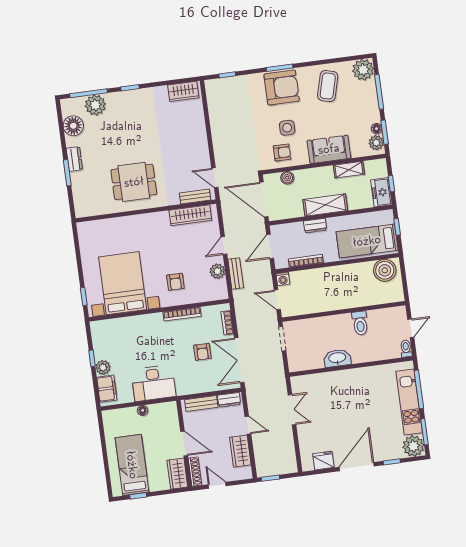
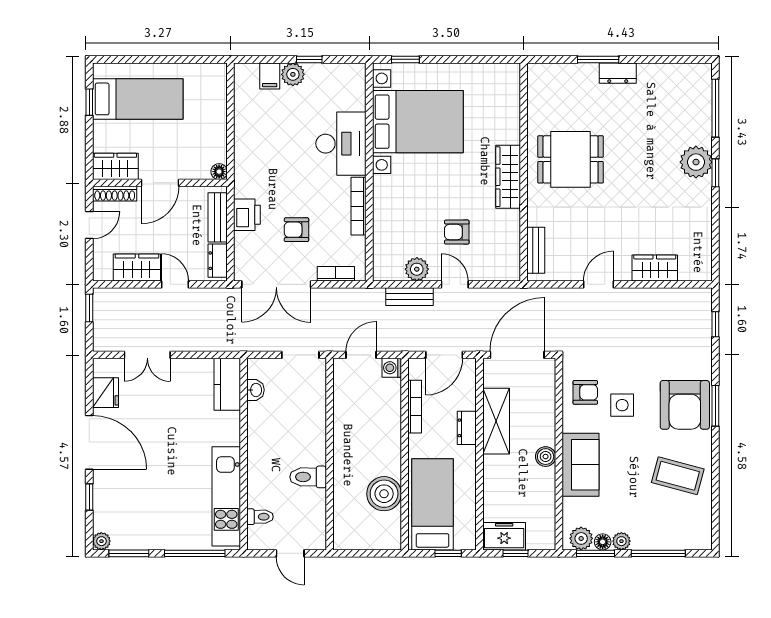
plant: (363, 70) -> (621, 541), moved, width x0.53, depth x0.53
wardrobe: (183, 91) -> (655, 268), moved, turned 90
plant: (95, 105) -> (696, 162), moved
floor lamp: (73, 126) -> (669, 78), removed
armchair: (282, 153) -> (585, 392), turned -90
shelving: (349, 170) -> (545, 491), removed
door: (215, 178) -> (599, 284), moved
boiler: (287, 178) -> (546, 457), moved
dining table: (134, 182) -> (571, 159), turned 90
shelving: (325, 205) -> (496, 421), moved
wardrobe: (190, 215) -> (508, 177), moved
door: (270, 246) -> (444, 355), swing flipped
boiler: (385, 270) -> (384, 494), moved
armchair: (175, 282) -> (457, 232), moved
toilet: (406, 349) -> (260, 517), moved
washbasin: (337, 358) -> (256, 390), moved, width x0.52, depth x0.69
double door: (239, 360) -> (276, 284), swing flipped
desk: (154, 383) -> (341, 144), moved, turned 180
kitchen counter: (308, 383) -> (227, 384), added
printer: (197, 385) -> (247, 215), added
filing cabinet: (107, 389) -> (270, 76), width x0.50
kitchen unit: (409, 402) -> (226, 496), moved, turned -90
floor lamp: (143, 410) -> (219, 172), moved
double door: (292, 410) -> (147, 355), moved
door: (248, 425) -> (175, 284), swing flipped
plant: (413, 446) -> (101, 541), width x0.53, depth x0.53

